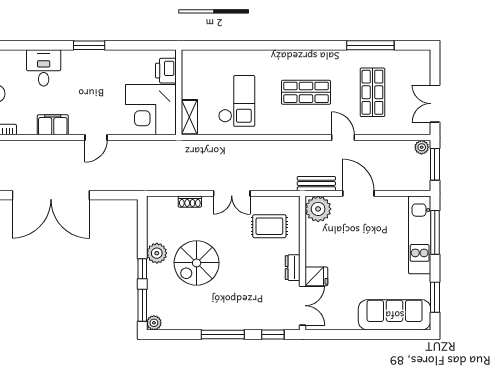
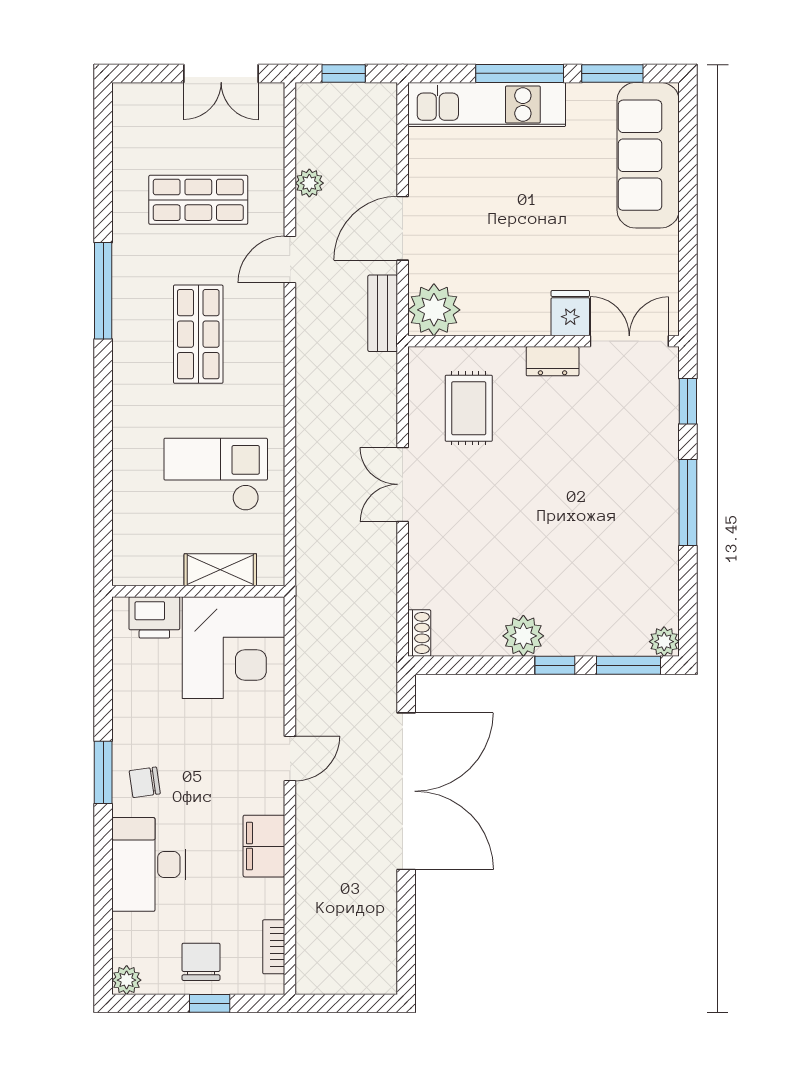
window: (370, 45) -> (103, 291), moved
chair: (84, 66) -> (145, 782), added
desk: (44, 68) -> (149, 864), width x1.37
shelving: (189, 117) -> (220, 570), moved
door: (96, 138) -> (290, 759), hinge flipped
plant: (422, 147) -> (309, 183), moved
window: (435, 164) -> (344, 73), width x0.67
double door: (232, 193) -> (403, 484), swing flipped
double door: (51, 195) -> (406, 791), moved
shoe rack: (190, 202) -> (419, 633), moved
window: (435, 232) -> (520, 73), moved
spiral stairs: (197, 263) -> (543, 555), removed

